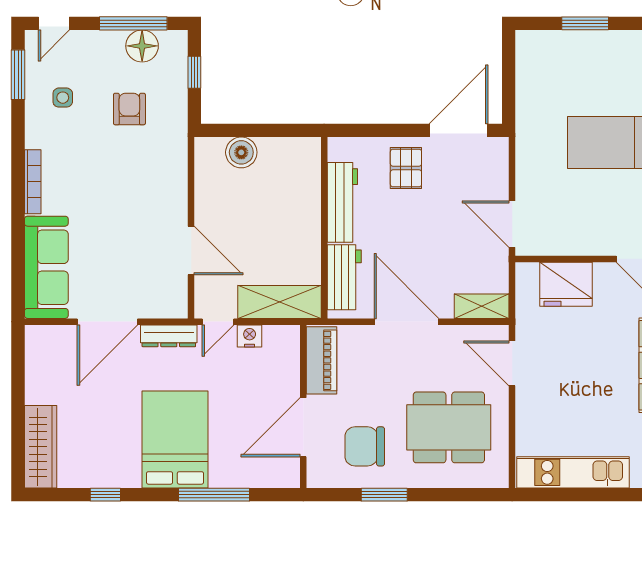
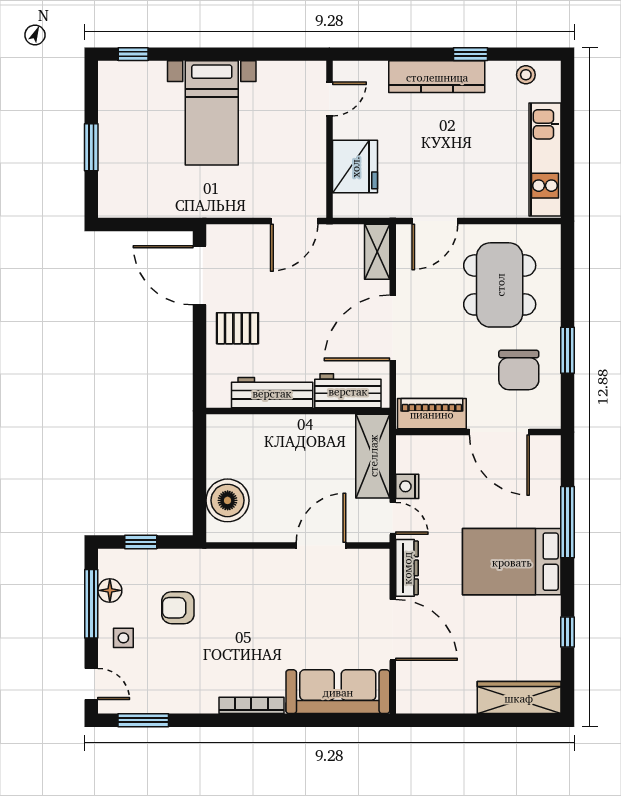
floor lamp: (142, 46) -> (110, 590), width x0.73, depth x0.73
side table: (63, 98) -> (123, 638), moved
boiler: (241, 152) -> (228, 500), width x1.37, depth x1.37

